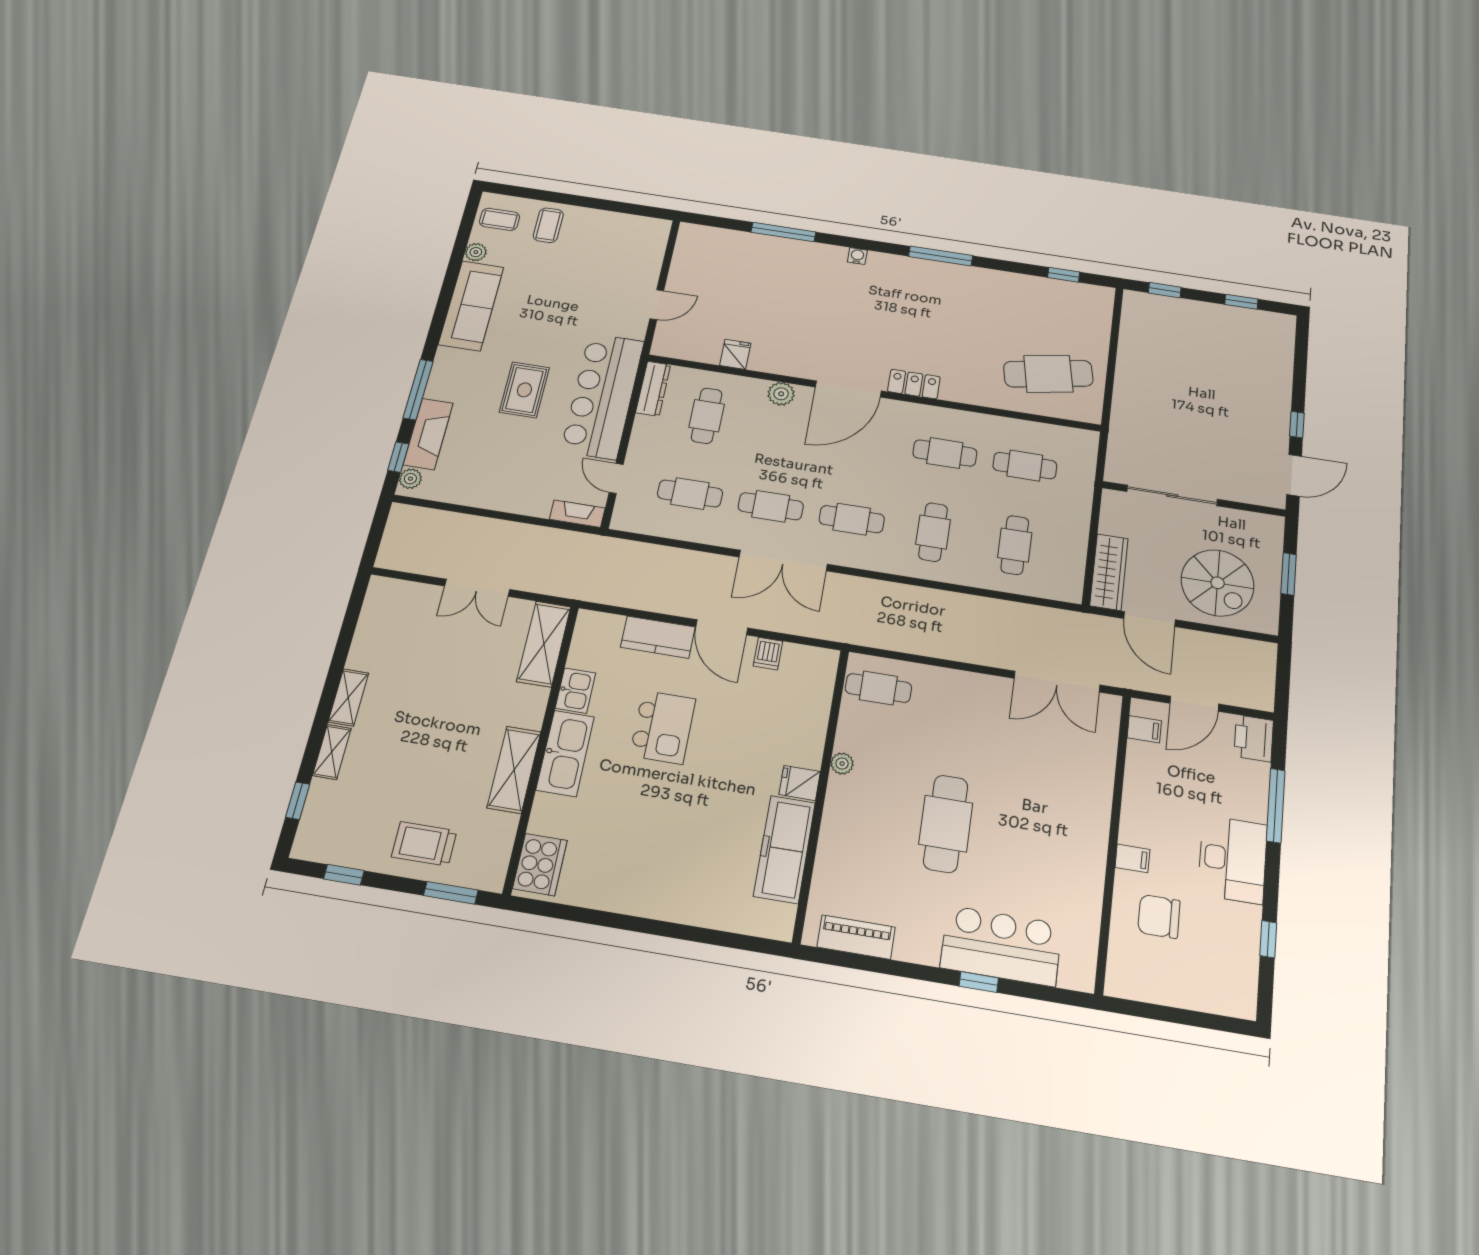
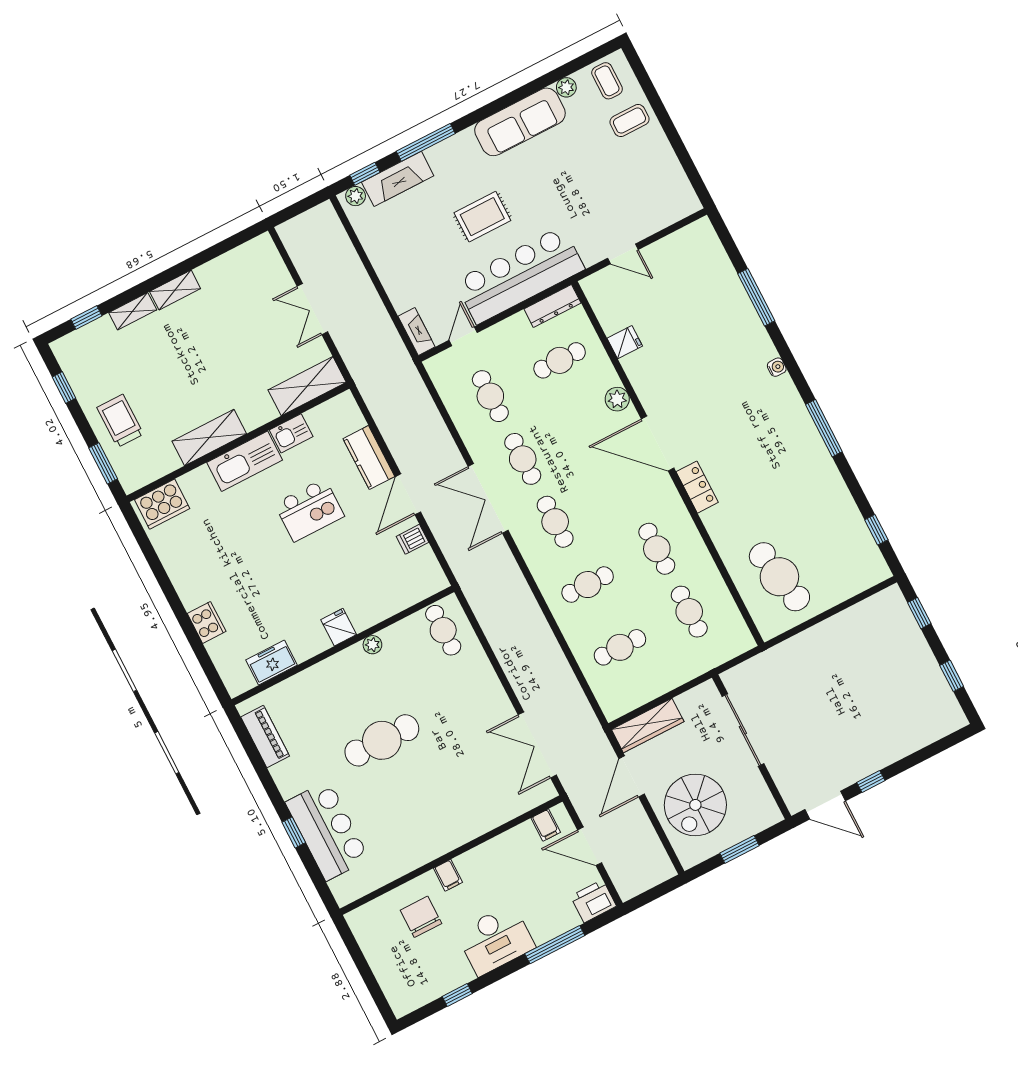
freezer: (784, 849) -> (272, 663), width x0.52, depth x0.79
cooker: (694, 909) -> (207, 622), added

